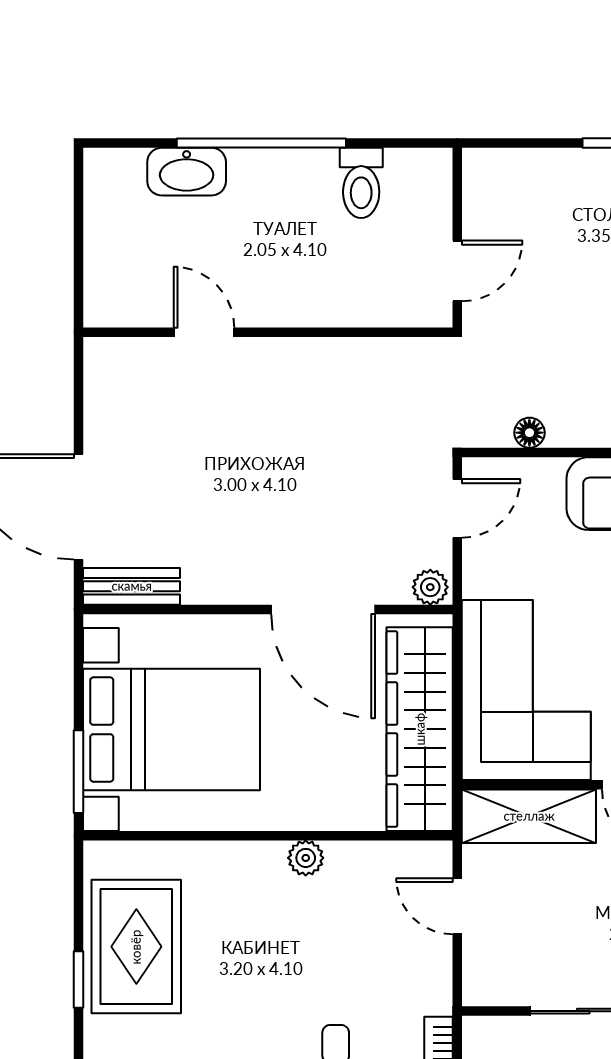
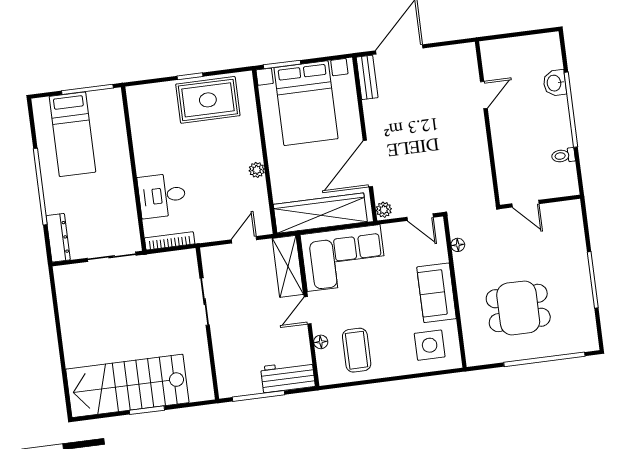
washbasin: (187, 172) -> (555, 83), width x0.72
toilet: (361, 183) -> (563, 156), width x0.73, depth x0.72

